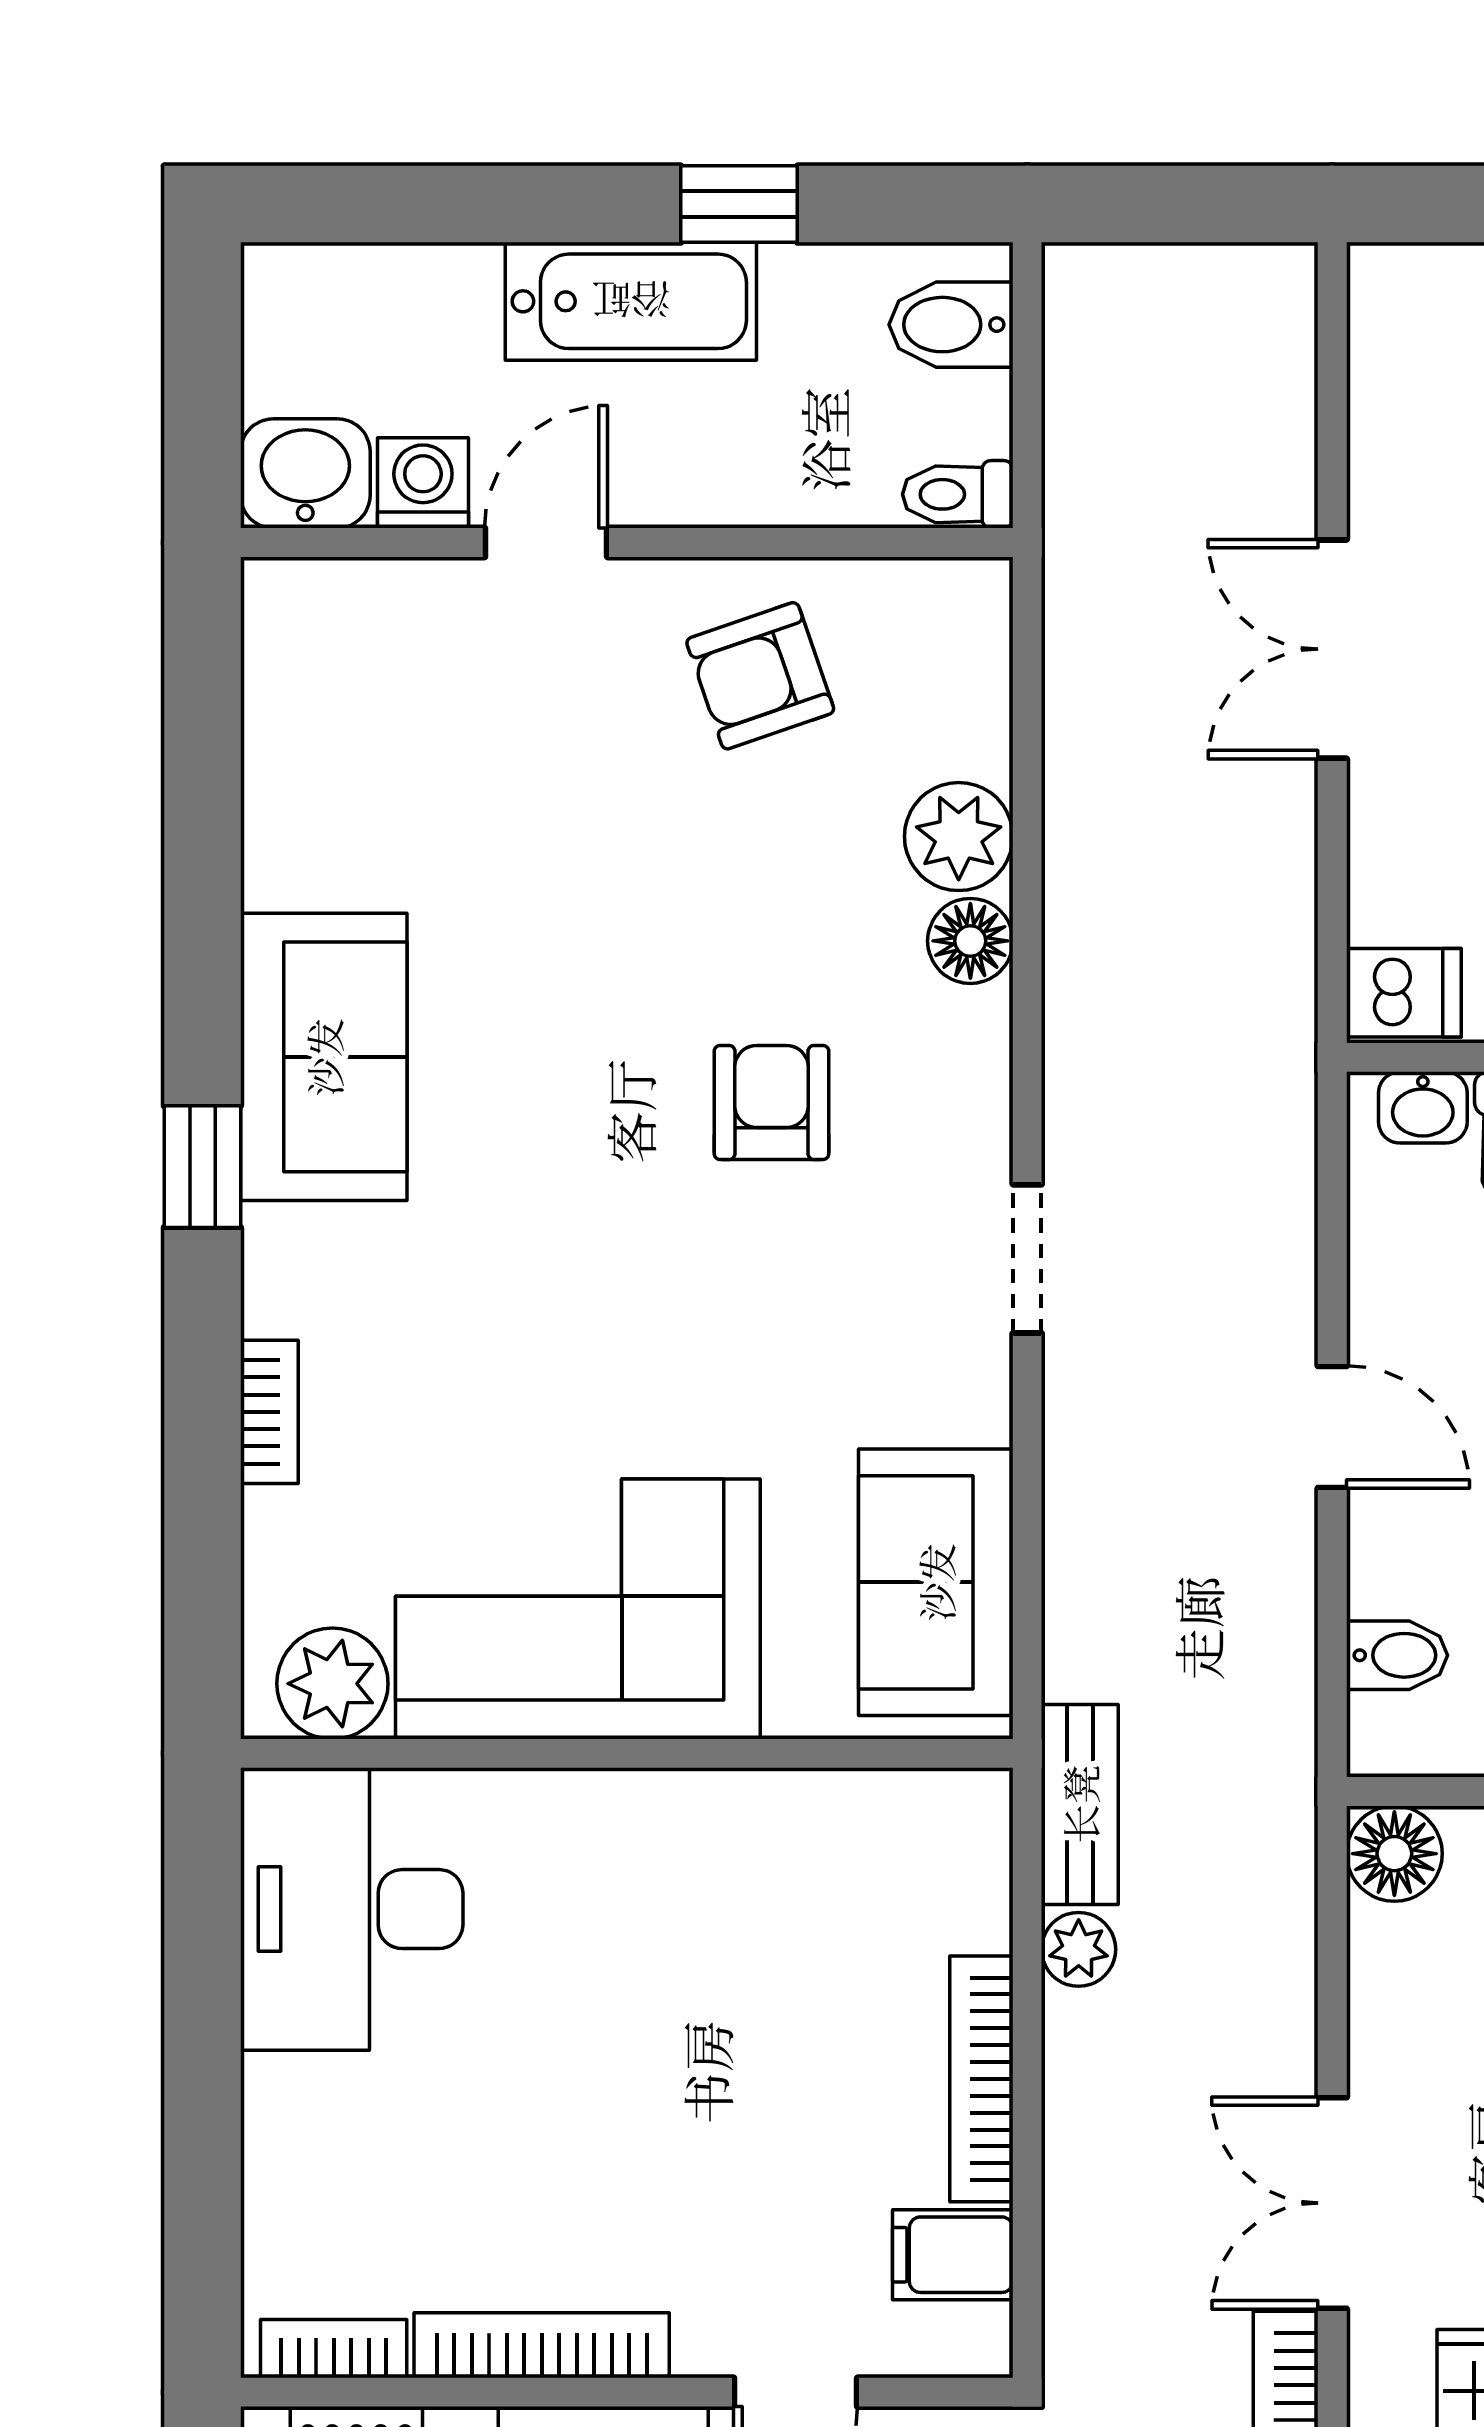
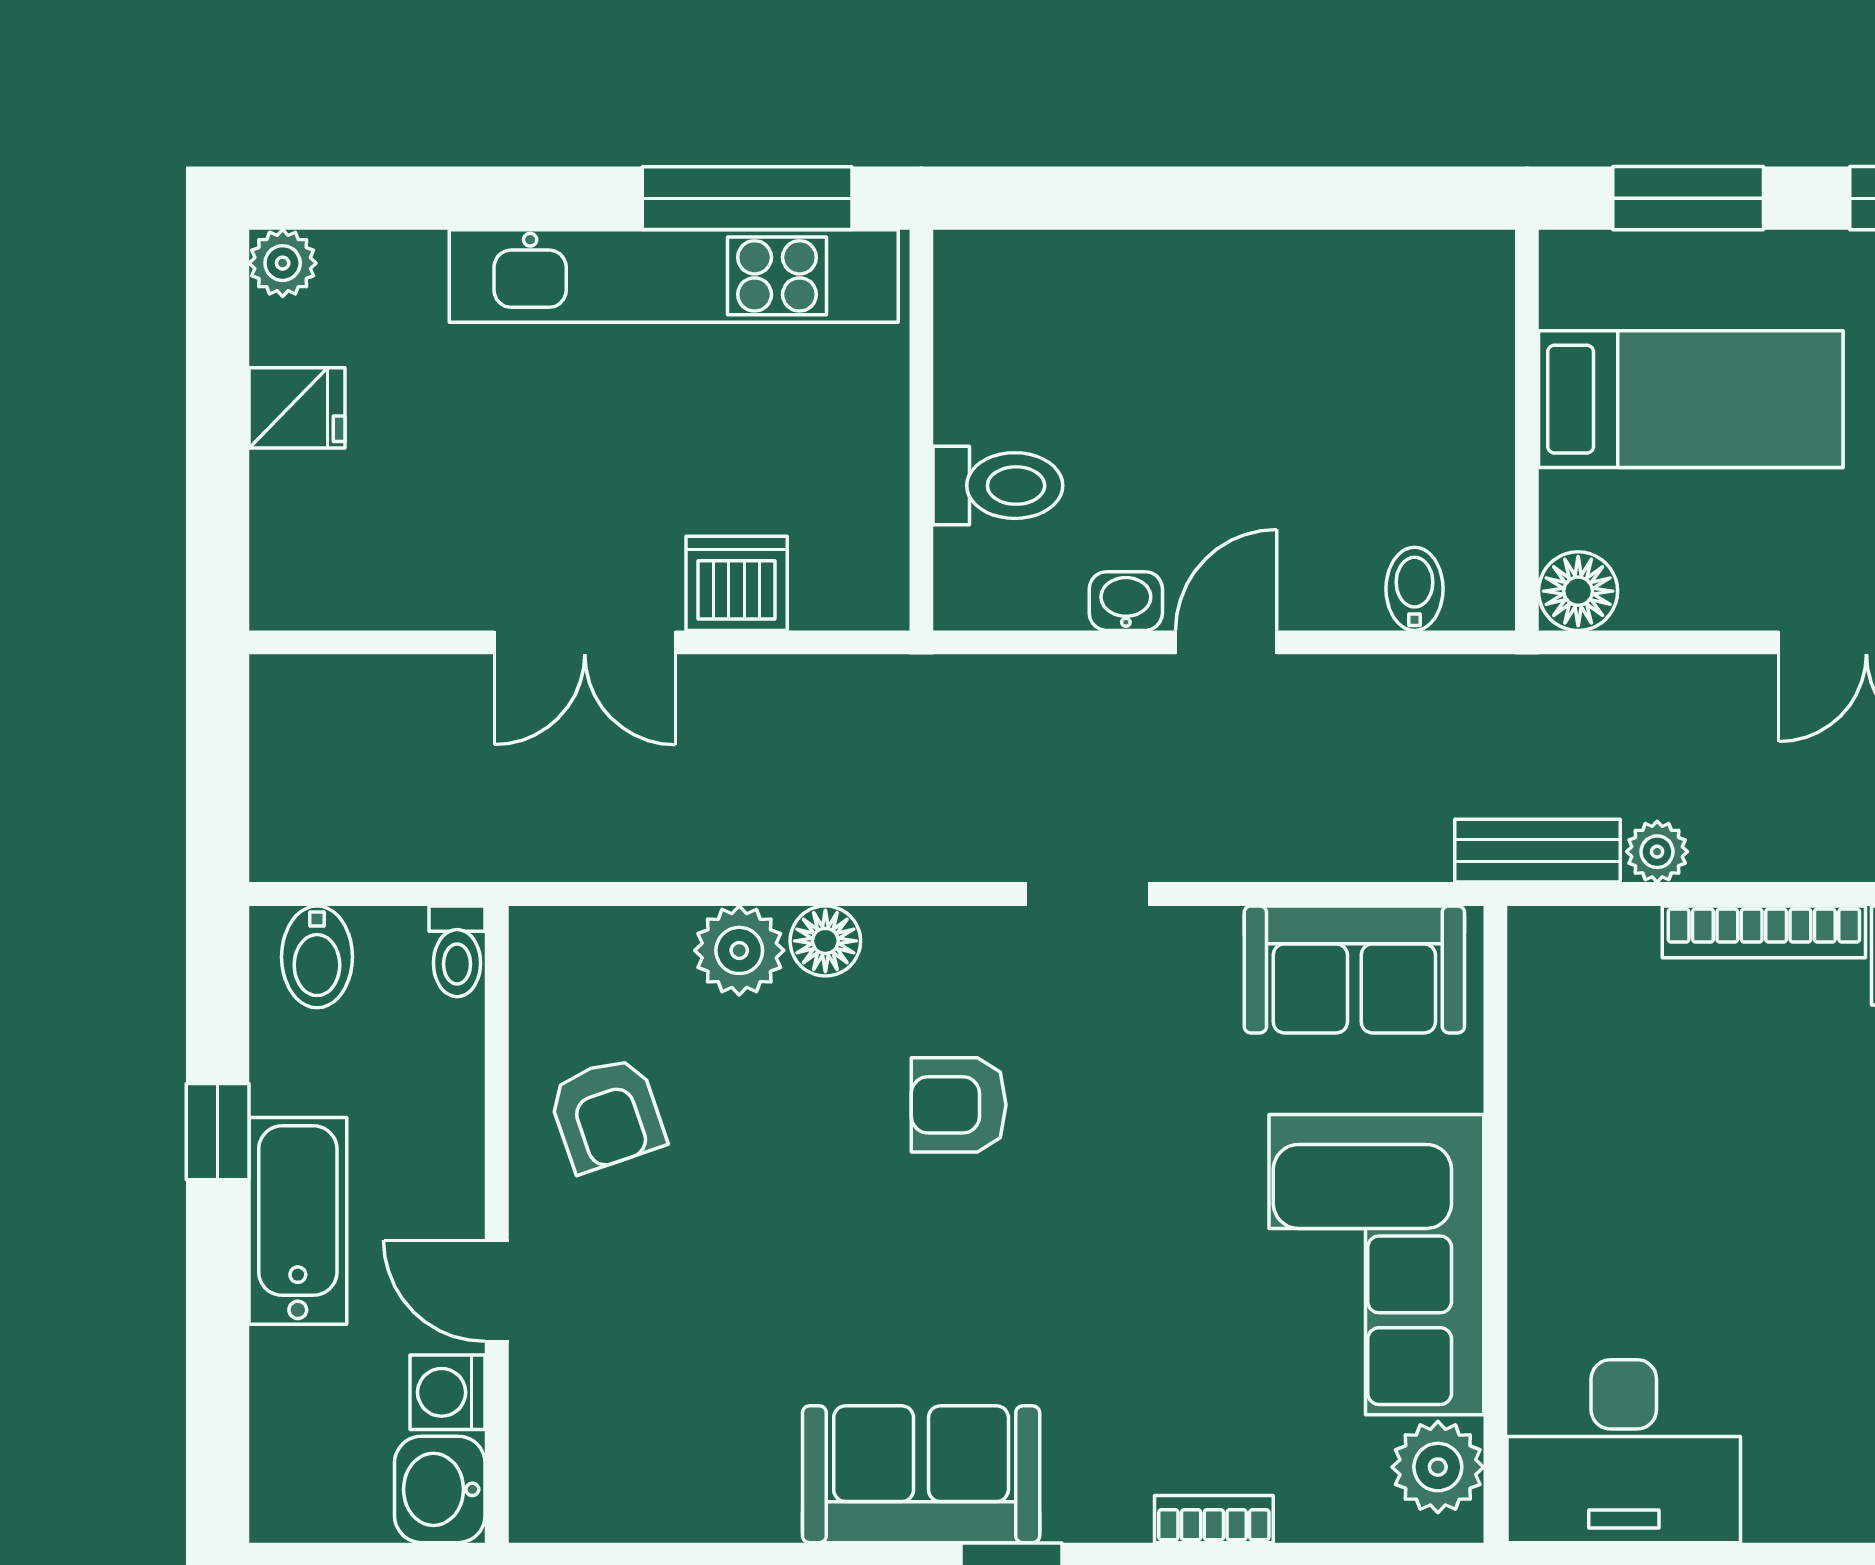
dishwasher: (1404, 993) -> (737, 583), moved, width x1.38
washbasin: (1423, 1107) -> (1126, 601), moved, turned -90

